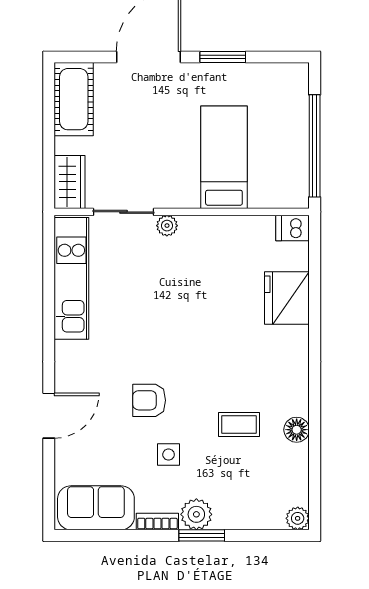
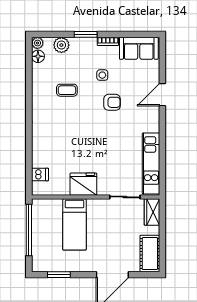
window: (223, 57) -> (59, 275), moved
plant: (167, 226) -> (103, 190), removed
dishwasher: (293, 228) -> (40, 174), moved
fridge: (287, 298) -> (83, 184), moved, turned -90
floor lamp: (297, 430) -> (38, 56), moved
plant: (196, 514) -> (61, 45), moved

